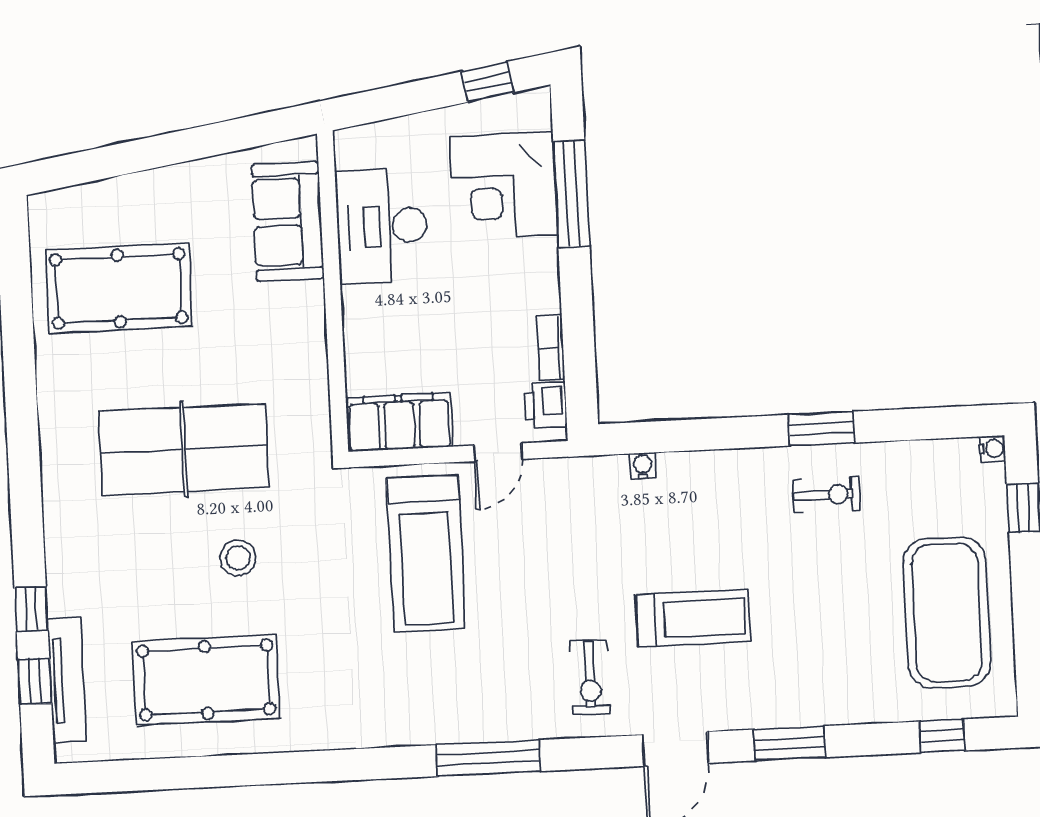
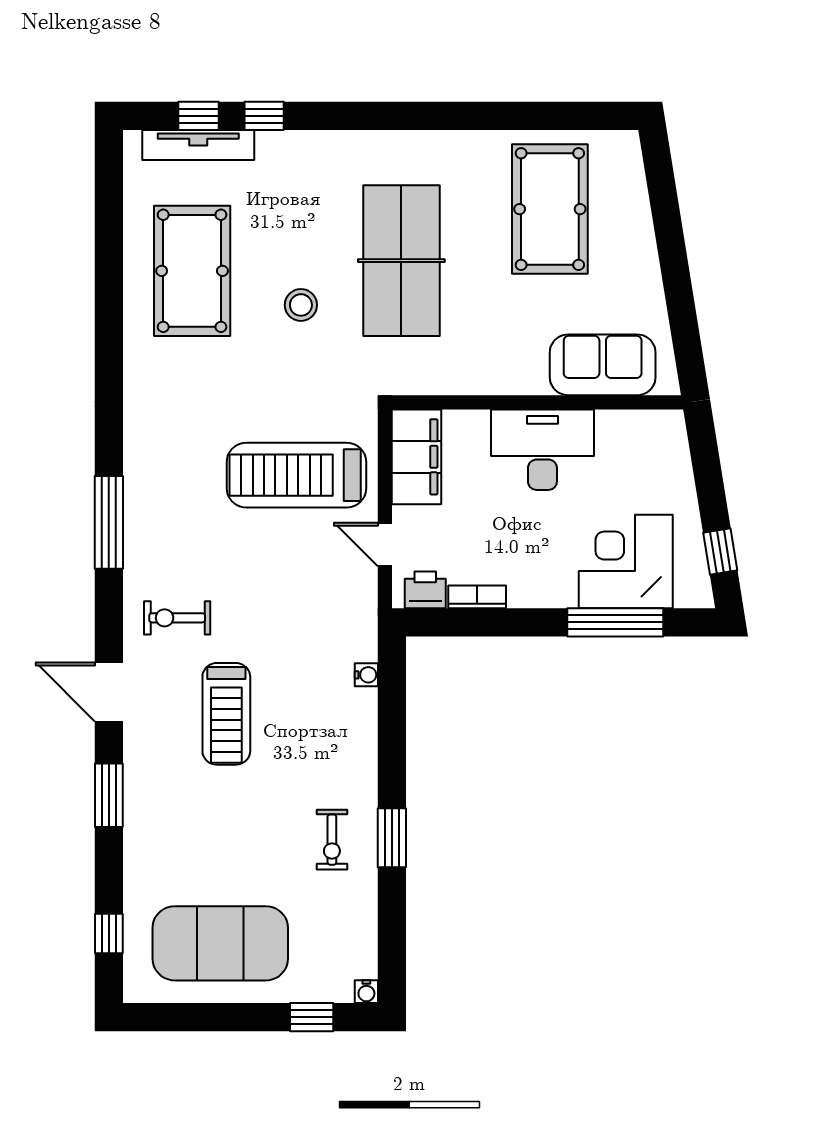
desk: (382, 226) -> (542, 450), moved

